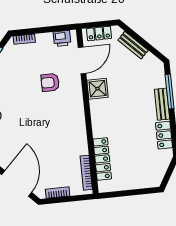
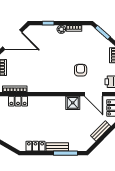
locker: (102, 159) -> (18, 101), width x0.66

